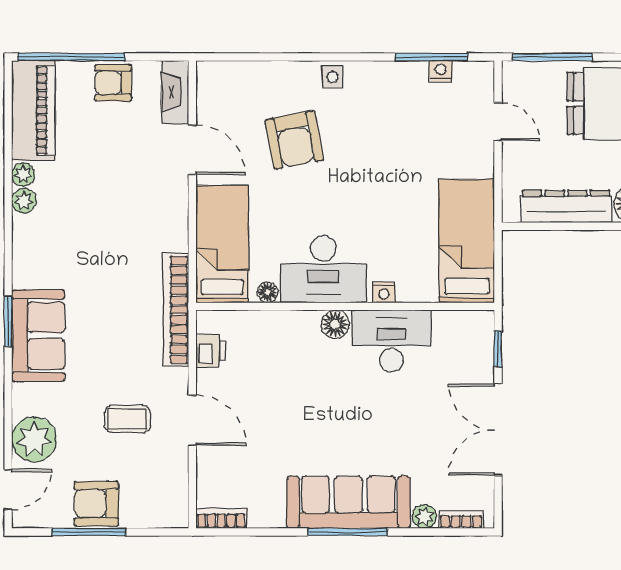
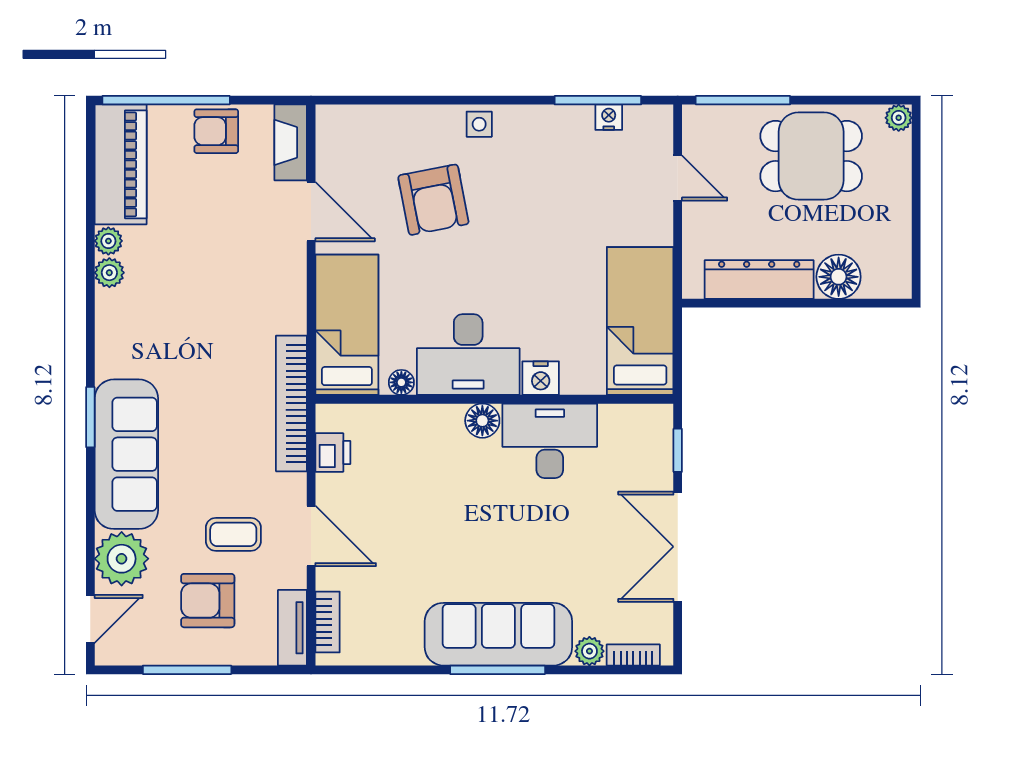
nightstand: (384, 292) -> (541, 378), width x1.39, depth x1.35
sofa: (38, 336) -> (126, 454), width x1.36
tv unit: (177, 497) -> (292, 628), added
armchair: (96, 504) -> (208, 601), moved
bookcase: (221, 518) -> (327, 622), moved, turned 90

